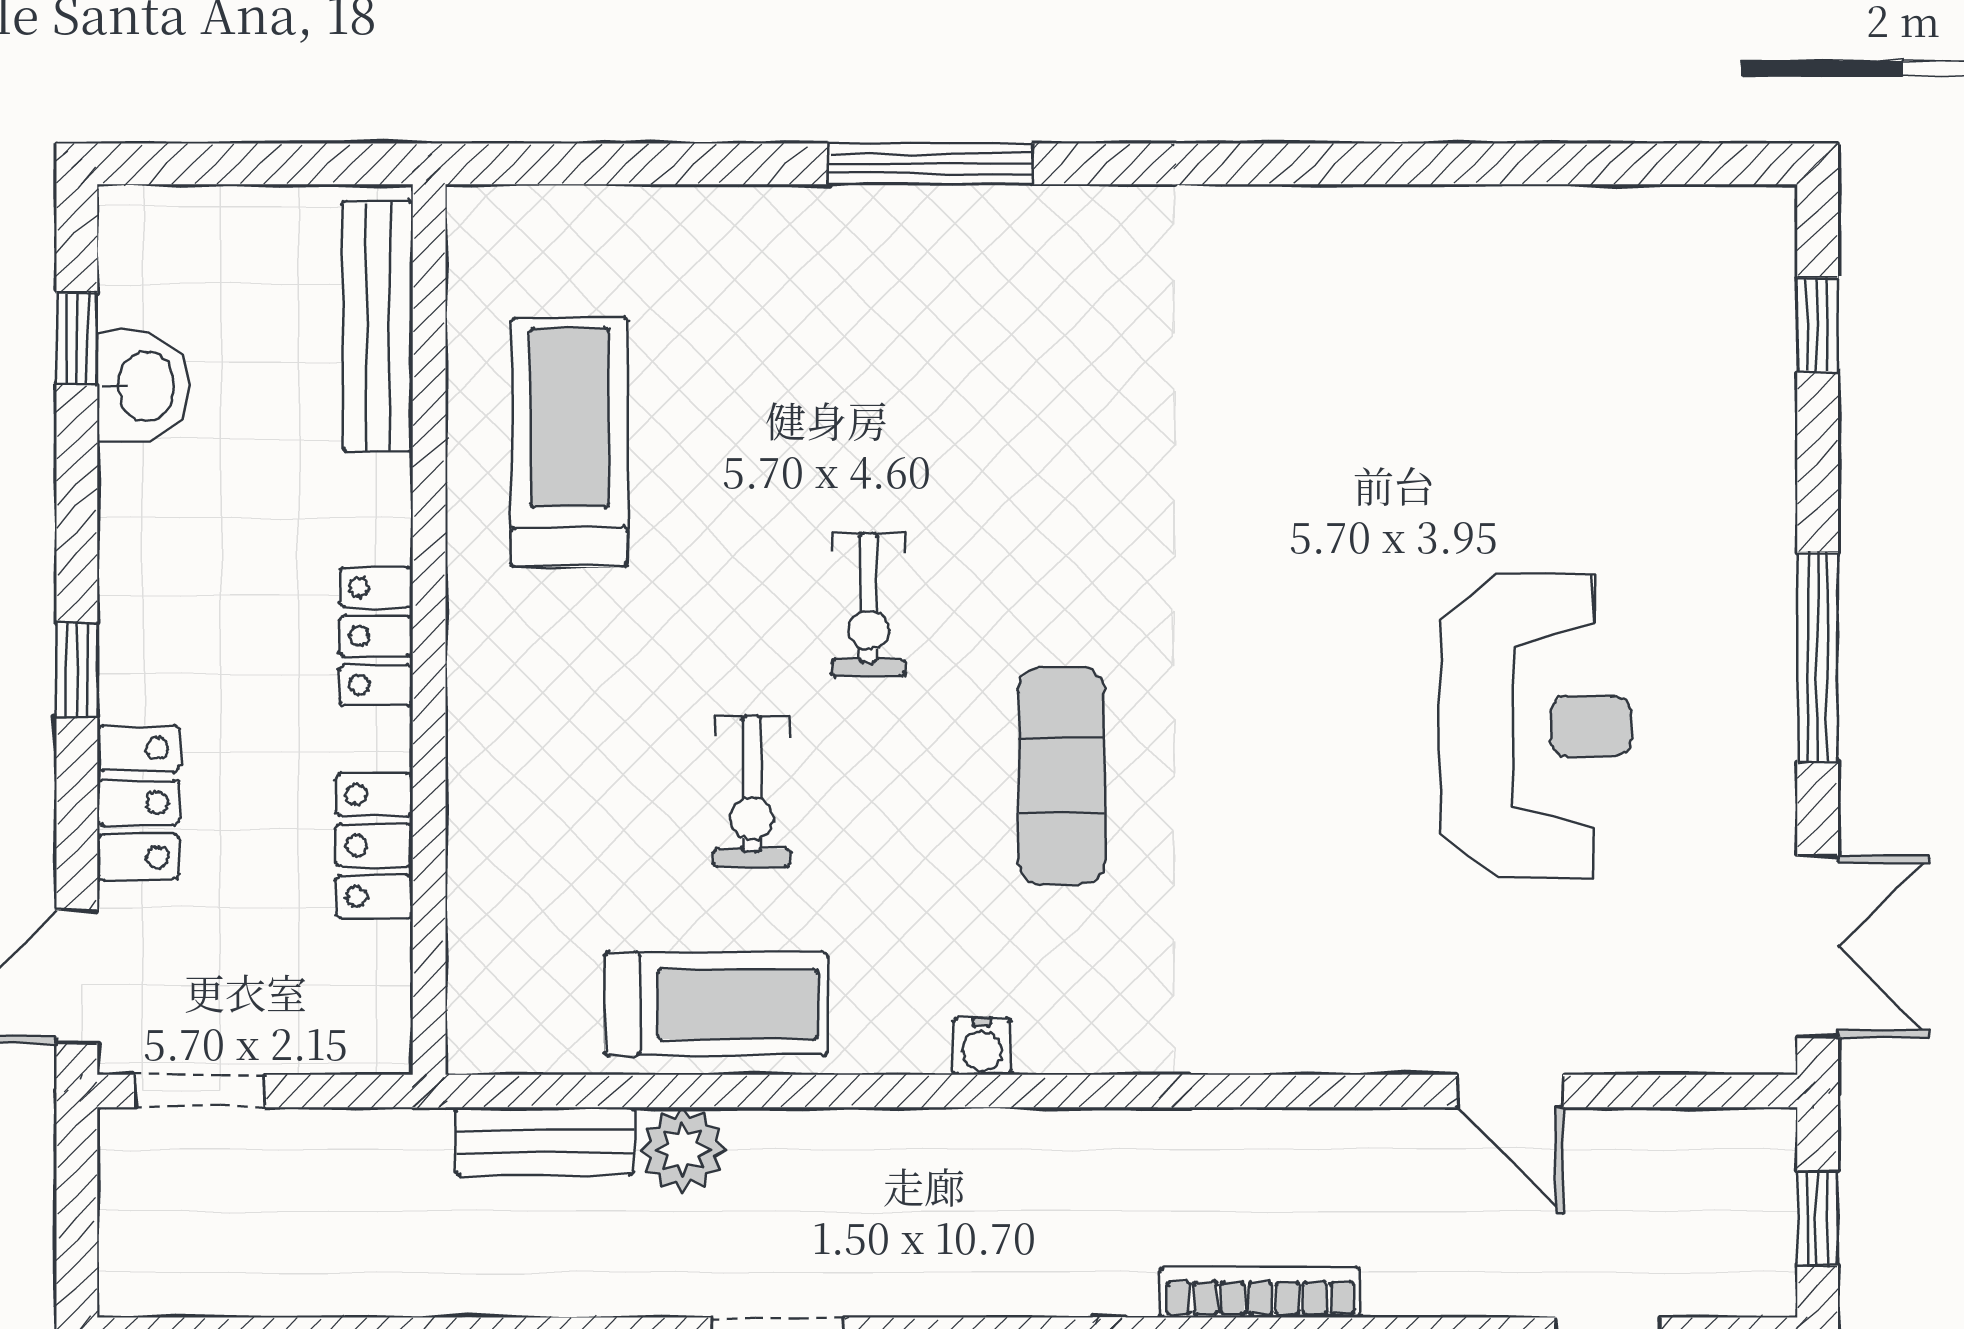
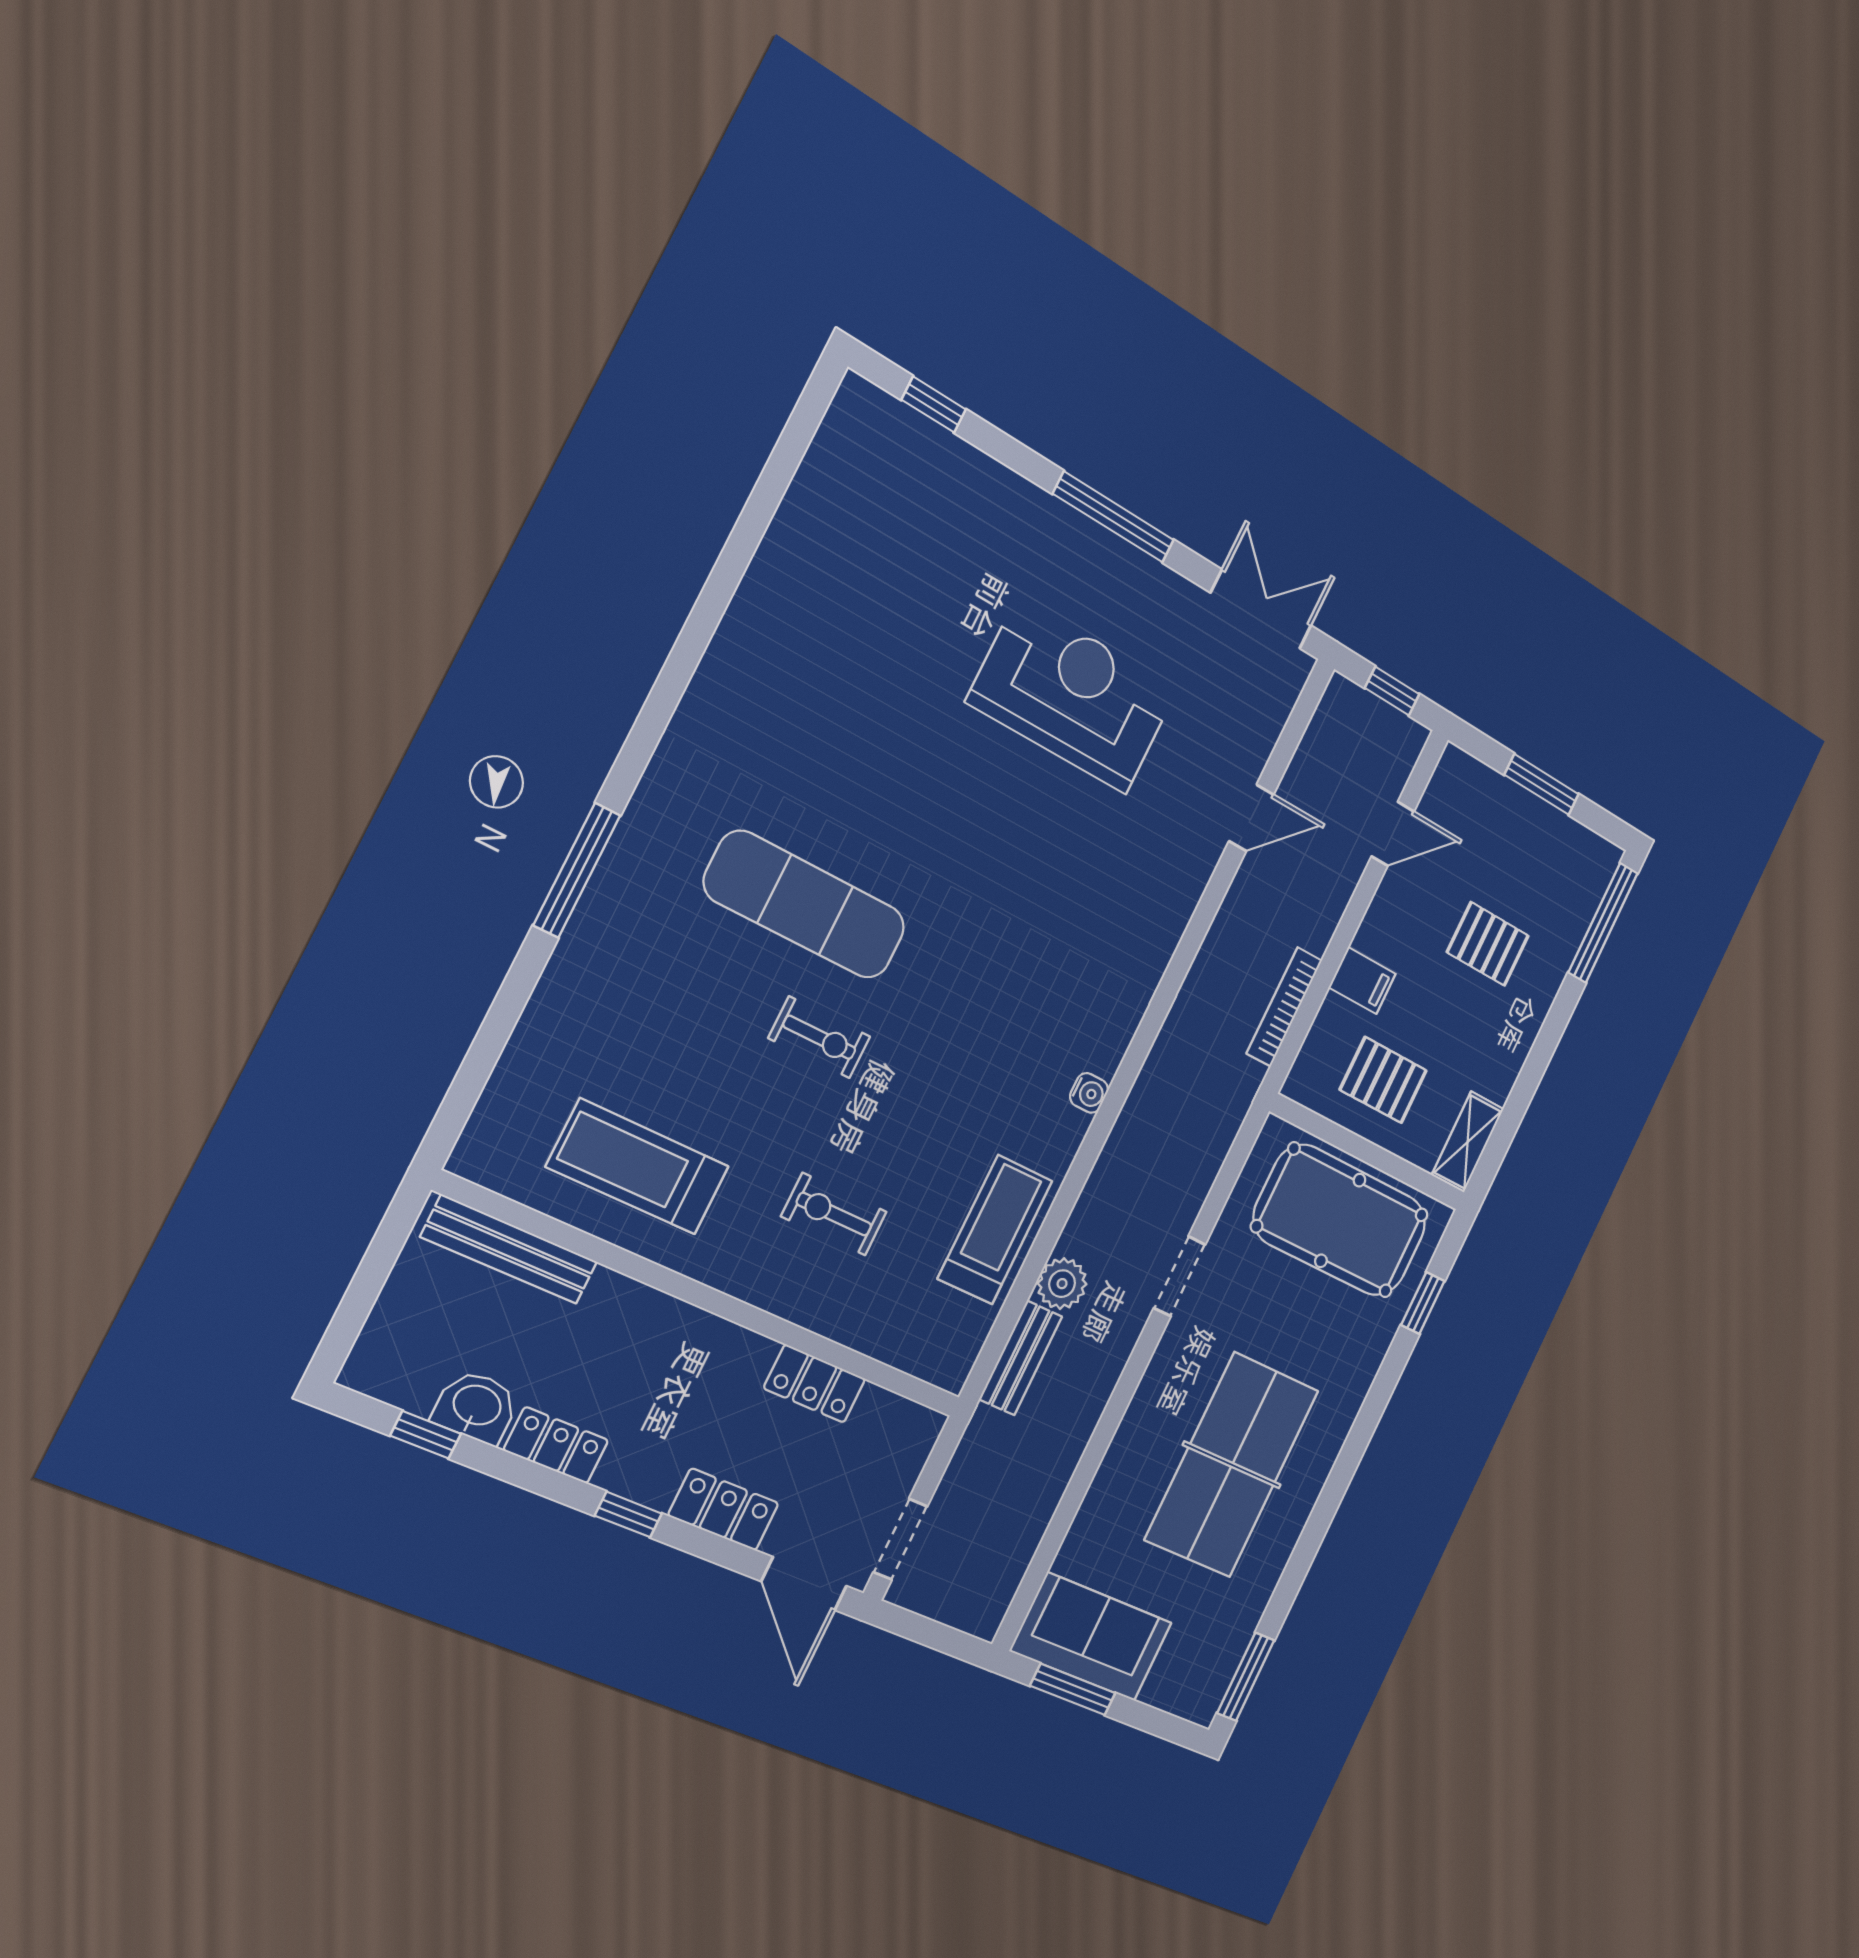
locker: (376, 636) -> (556, 1445), moved, turned 180
exercise mat: (1061, 776) -> (805, 905), moved, width x1.36, depth x1.45
exercise bike: (752, 791) -> (834, 1214), moved, turned 180

